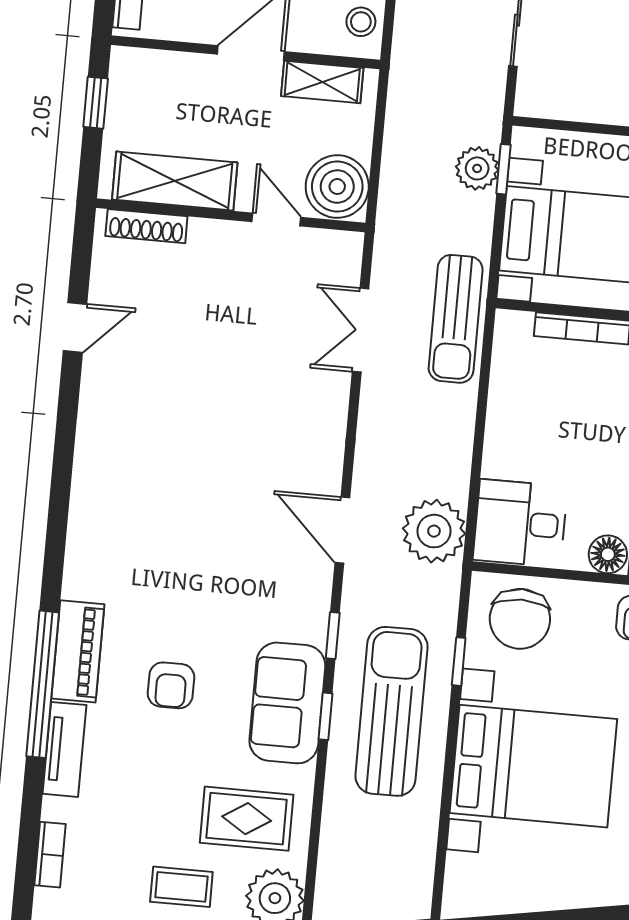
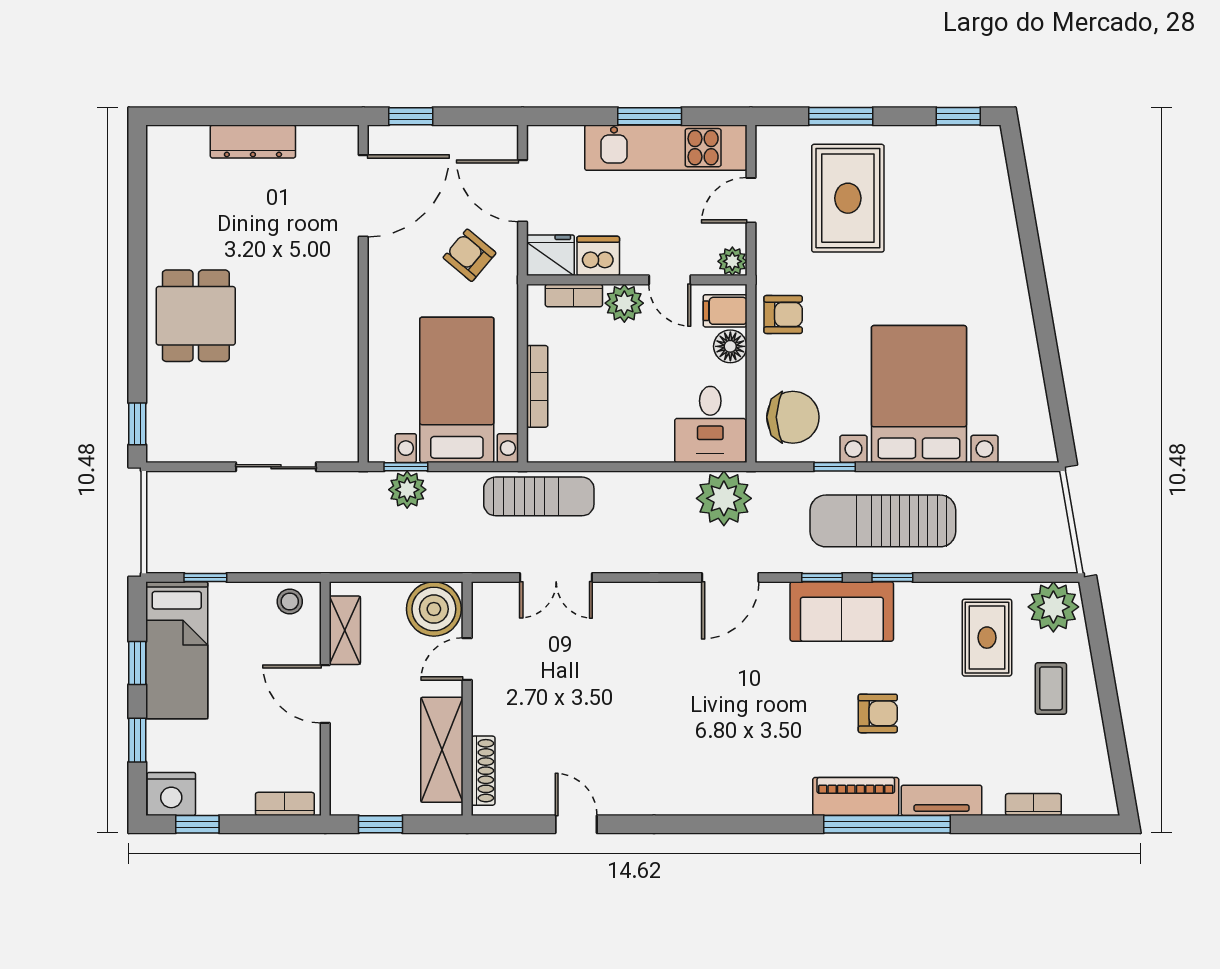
sofa: (287, 703) -> (842, 612), moved

